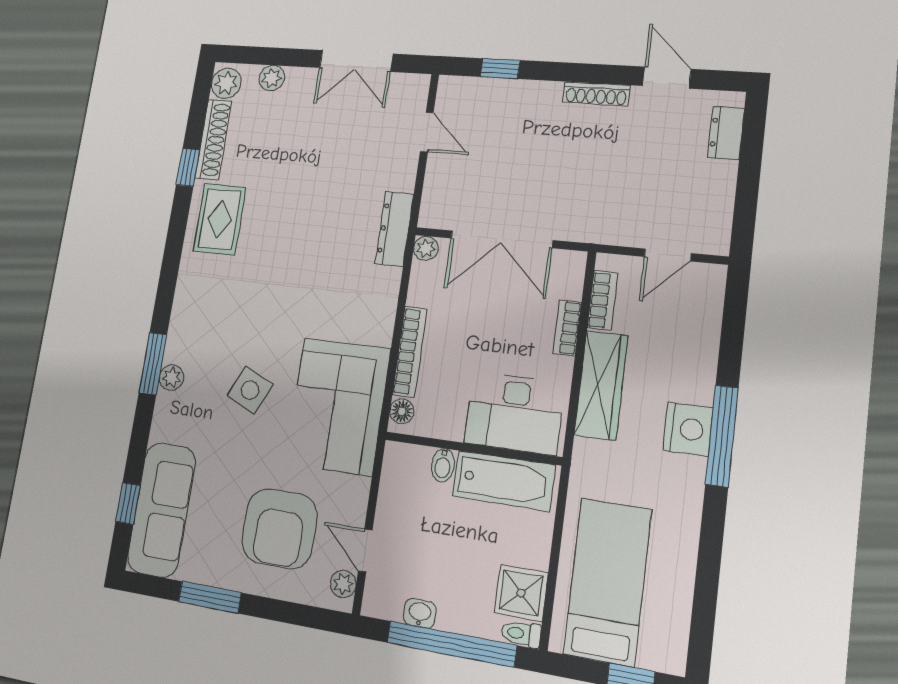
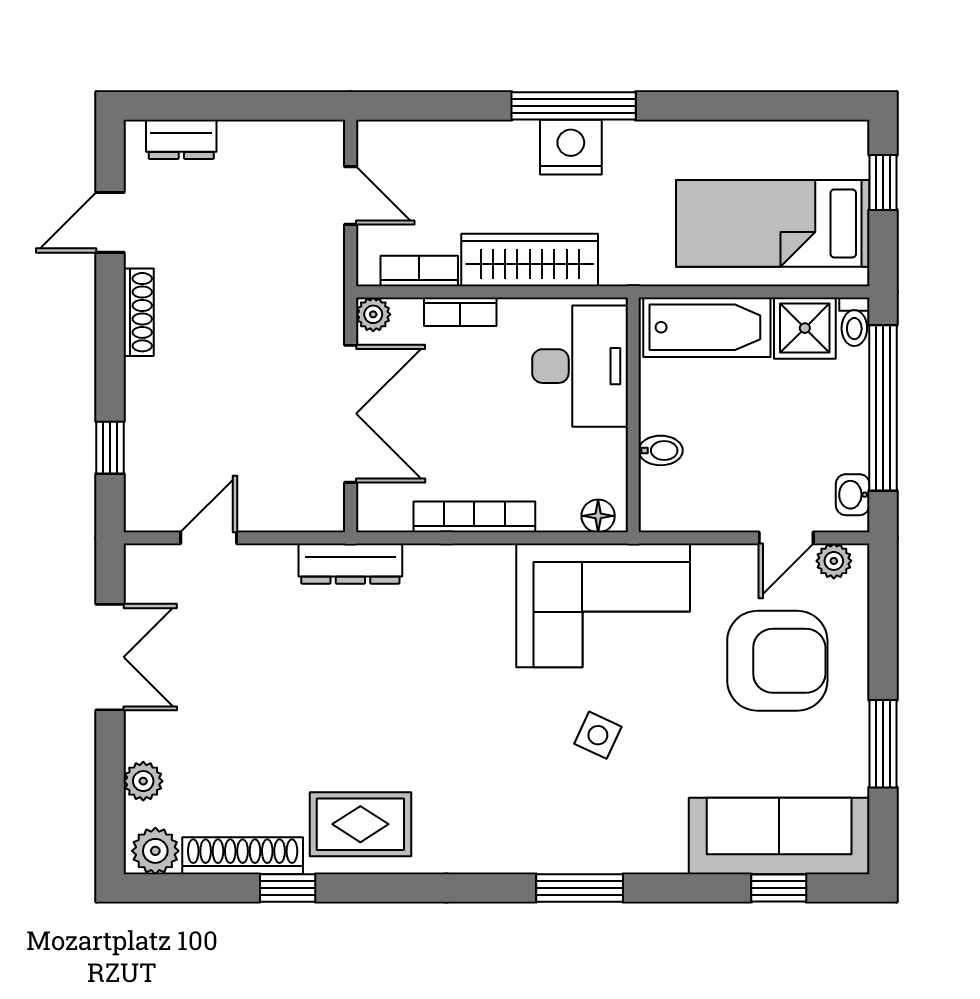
plant: (426, 248) -> (373, 314), moved
bookcase: (410, 352) -> (474, 517), moved
plant: (171, 378) -> (596, 856), removed
side table: (250, 390) -> (598, 735), width x0.73, depth x0.73
bathtub: (504, 481) -> (707, 327), moved, turned 90
washbasin: (420, 613) -> (853, 495), moved

